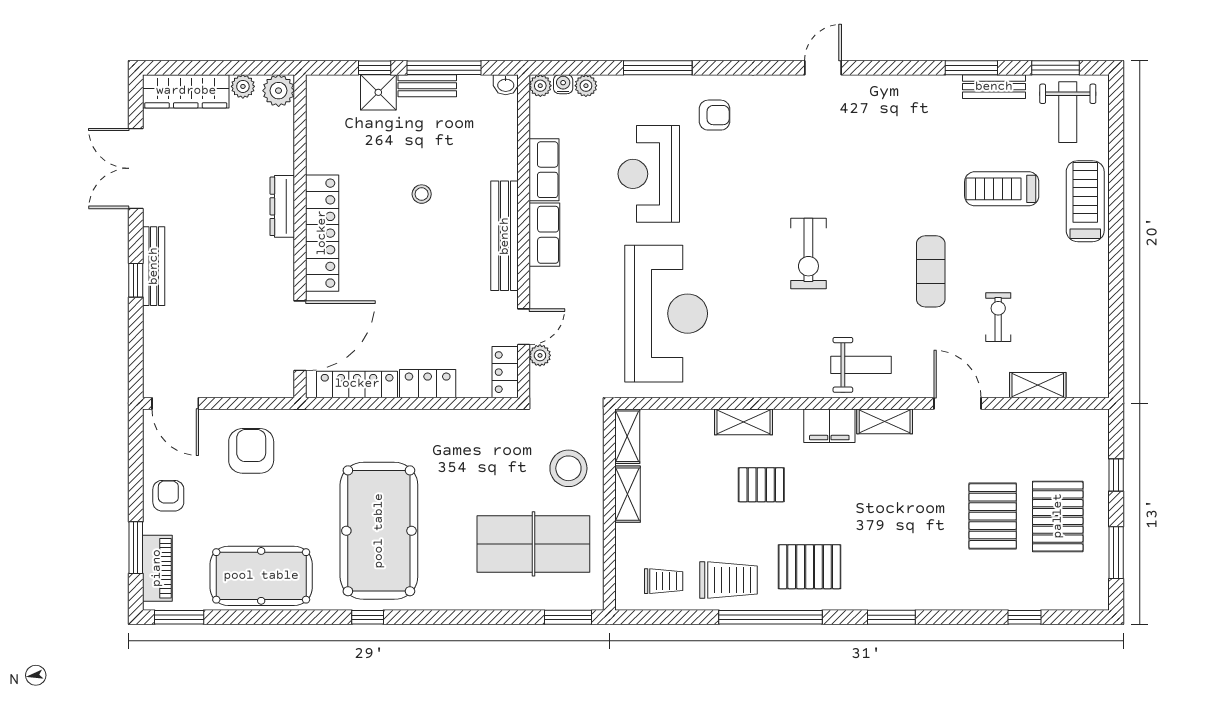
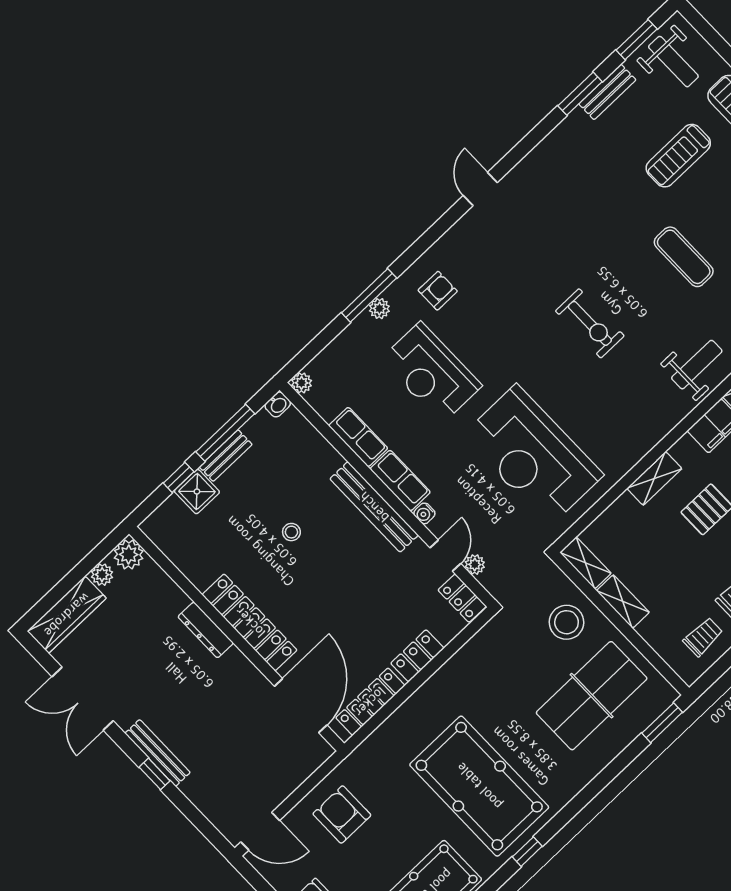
water cooler: (563, 84) -> (424, 513), moved, turned -90
plant: (586, 86) -> (379, 309), moved
reception desk: (666, 314) -> (533, 455), turned 180

